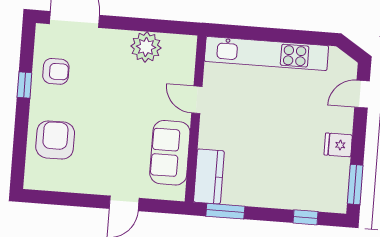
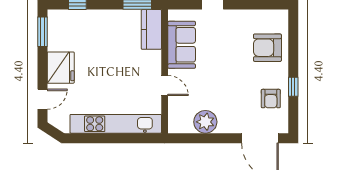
armchair: (56, 71) -> (271, 99), turned -90
armchair: (55, 140) -> (267, 48), turned 90
fridge: (338, 145) -> (61, 68), width x1.88, depth x1.34

